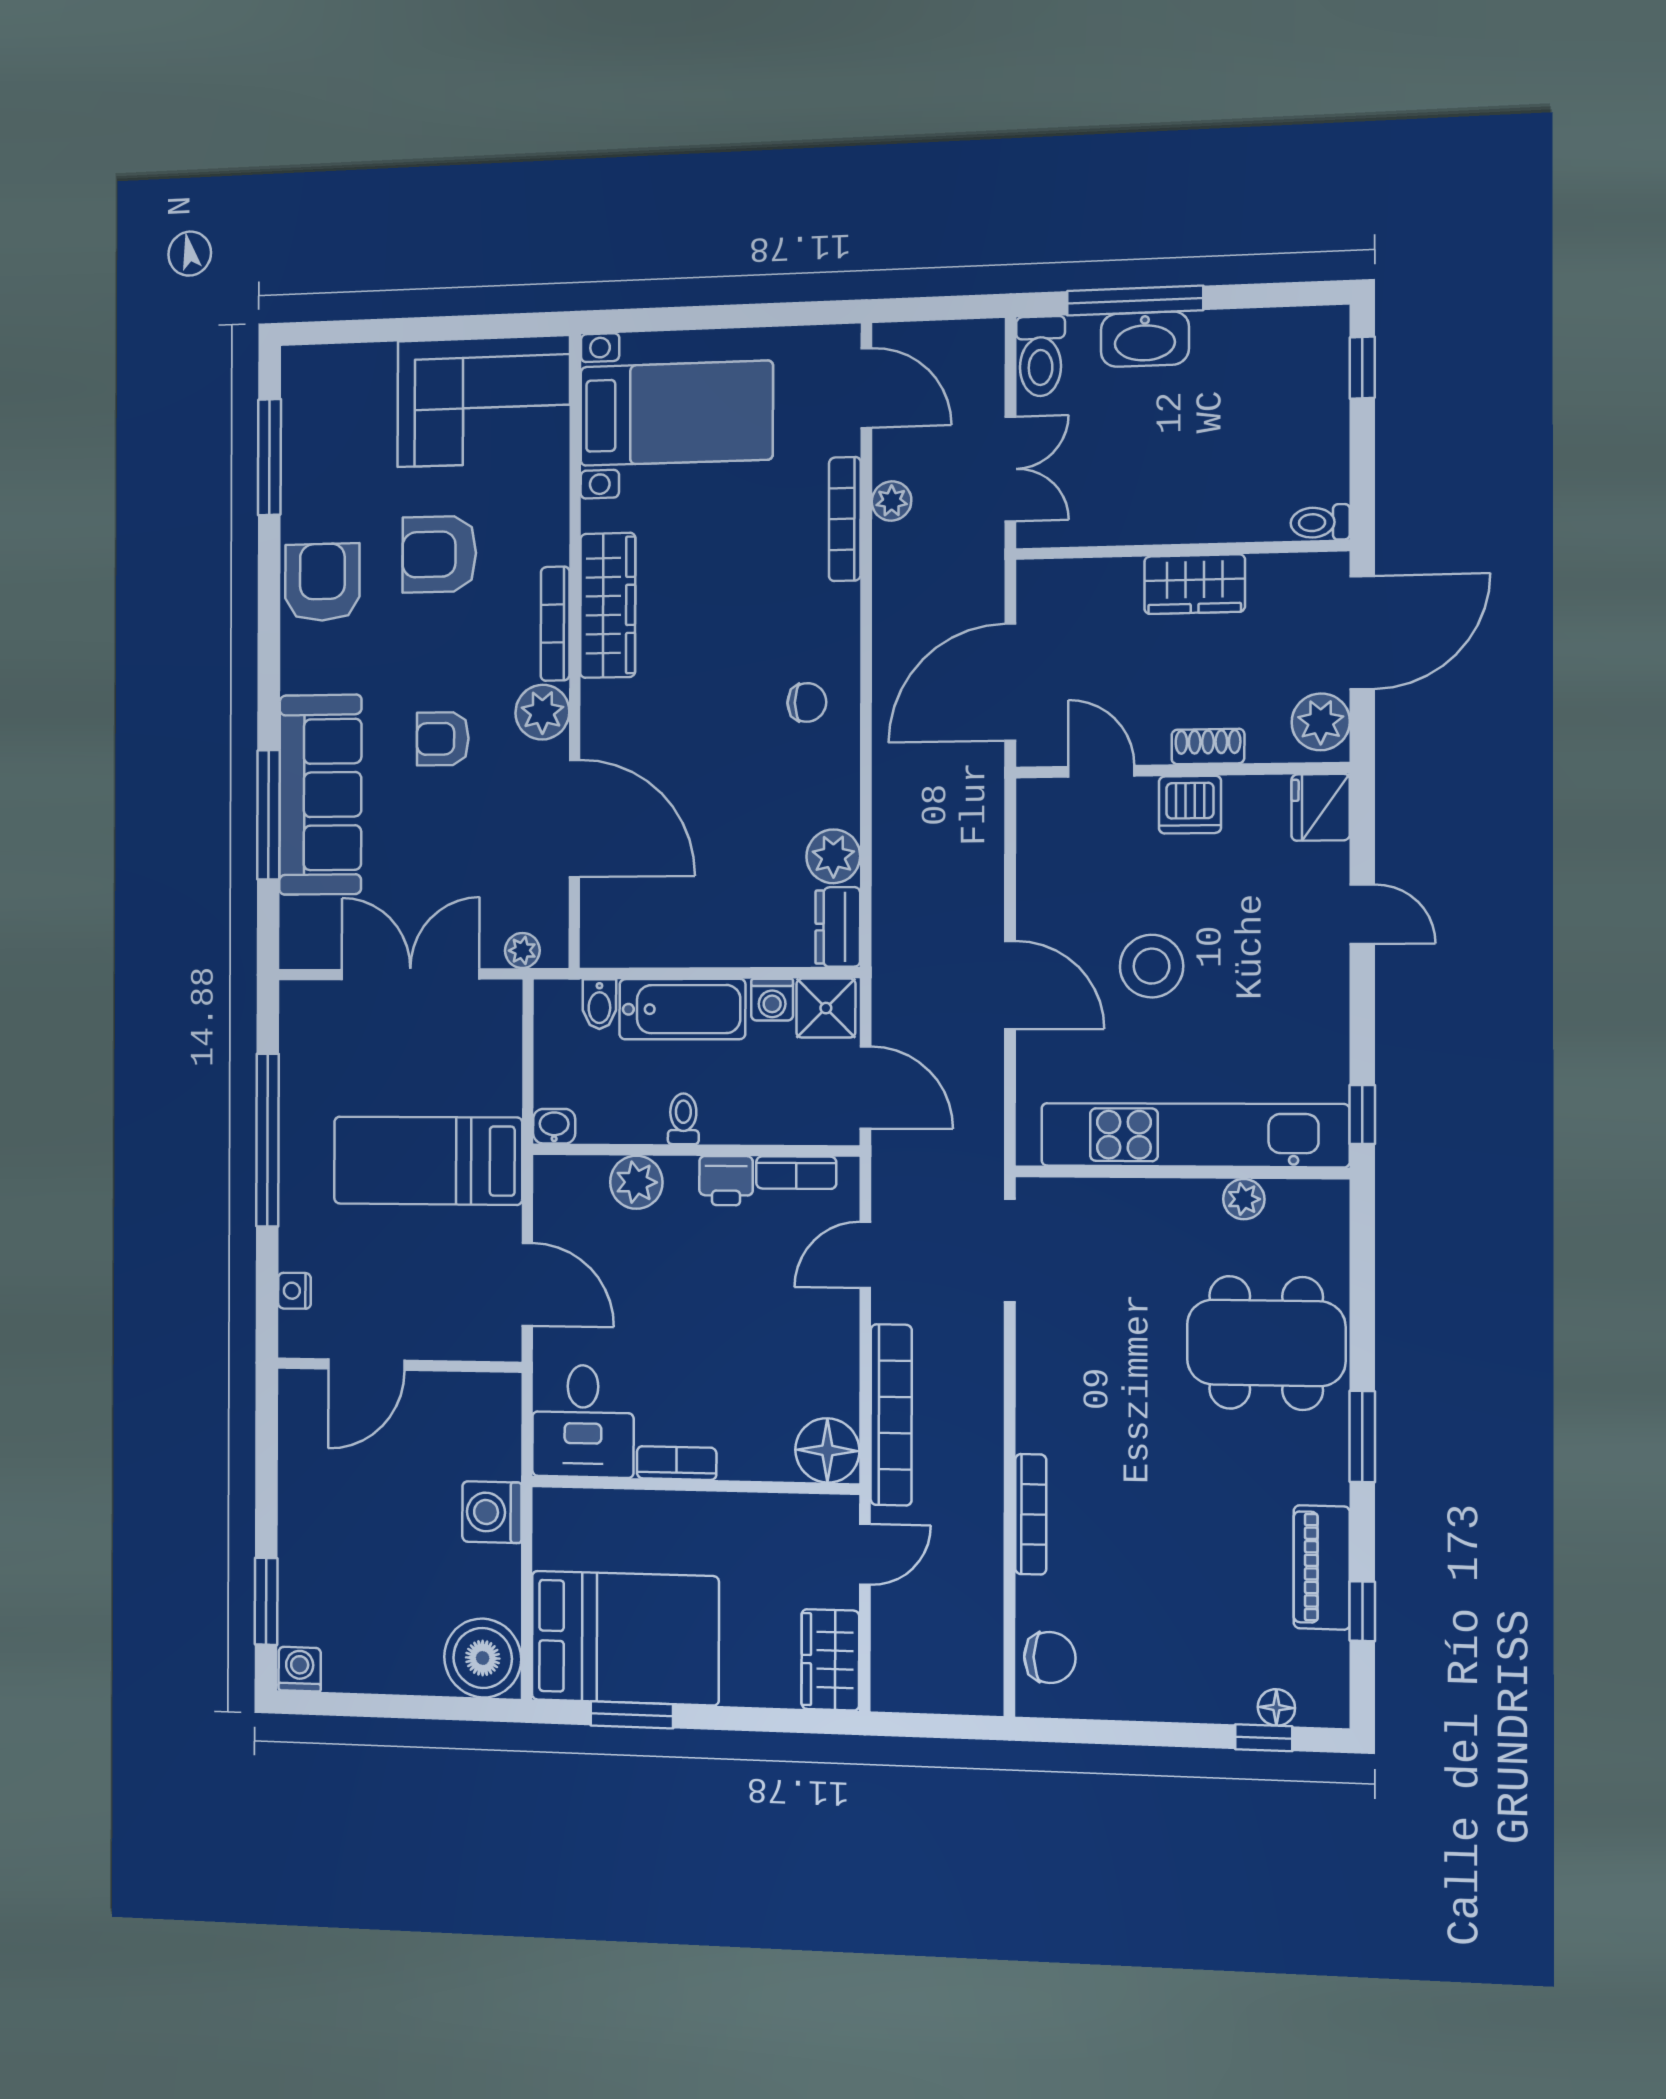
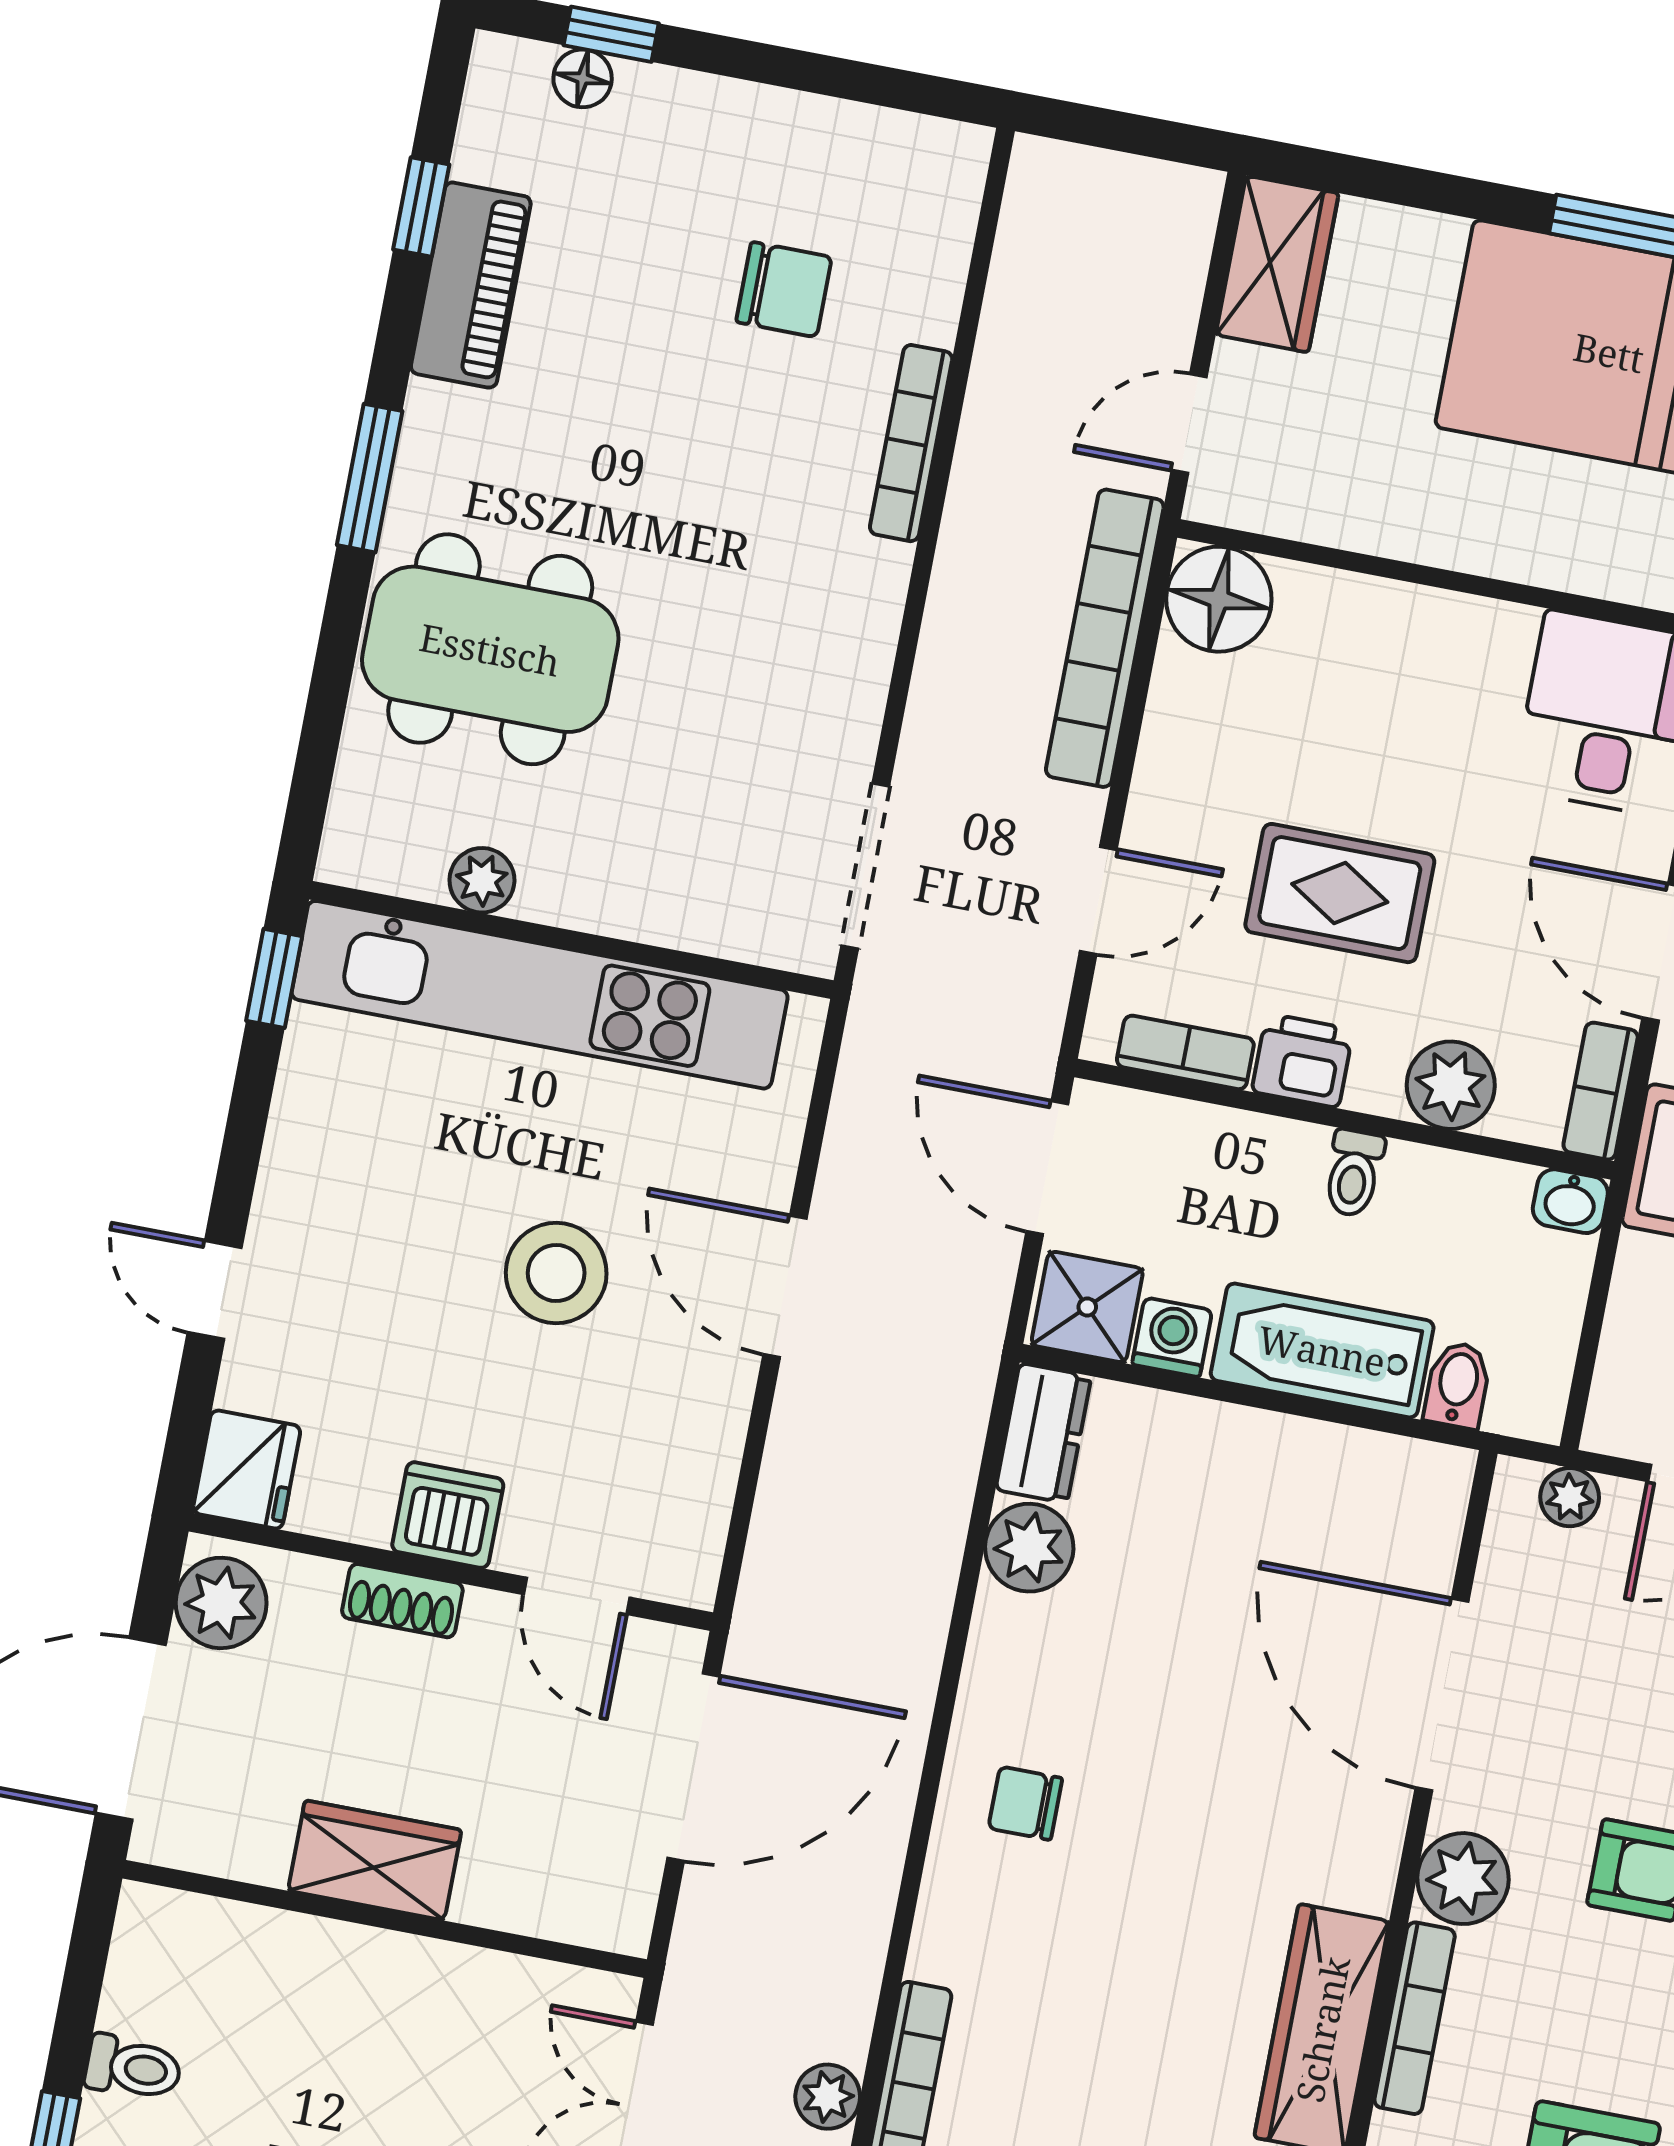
toilet: (1320, 522) -> (133, 2068), moved
rug: (723, 1285) -> (1340, 893), added
bookcase: (677, 1463) -> (1601, 1091), moved, turned 90
chair: (1050, 1657) -> (784, 290), moved, turned 180

